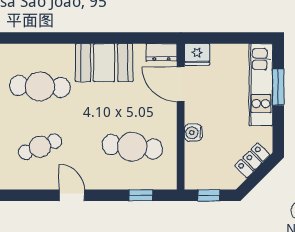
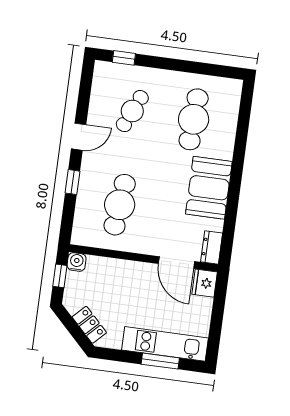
door: (181, 84) -> (176, 263), swing flipped
water cooler: (193, 133) -> (77, 262), moved
cafe table: (40, 147) -> (132, 111), turned 45
window: (141, 195) -> (73, 182), moved

